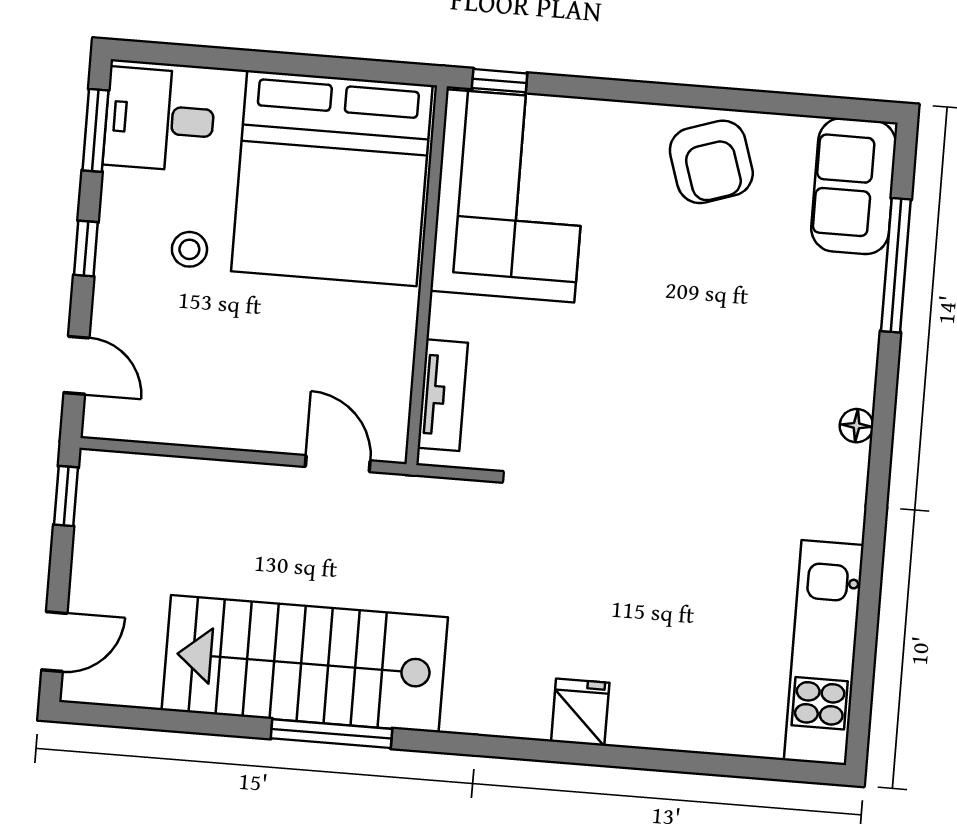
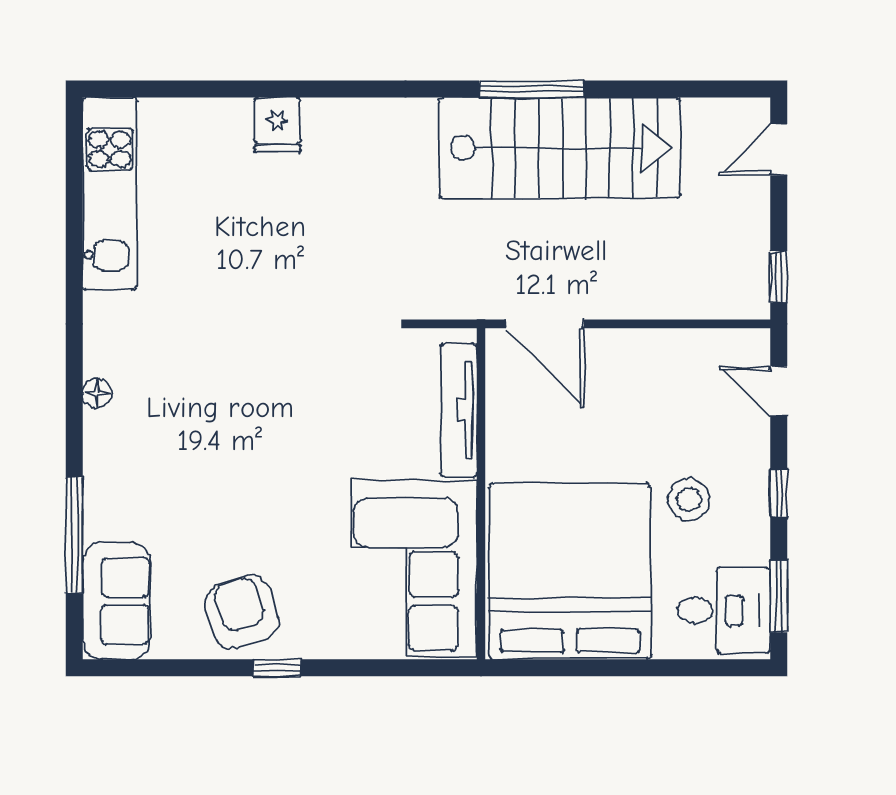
window: (500, 81) -> (277, 668), moved
stool: (189, 249) -> (689, 500), width x1.37, depth x1.37
tv unit: (443, 395) -> (459, 410), width x1.41
door: (338, 464) -> (545, 324), width x1.38
fridge: (580, 712) -> (277, 125), moved

